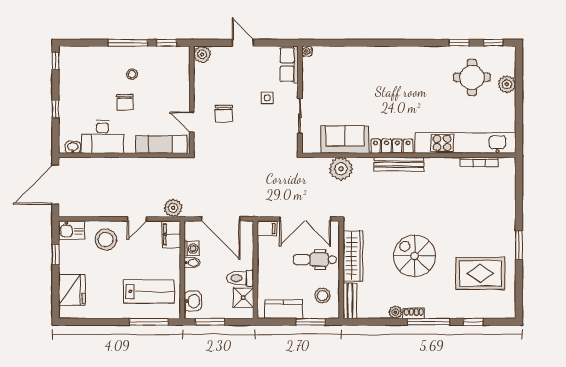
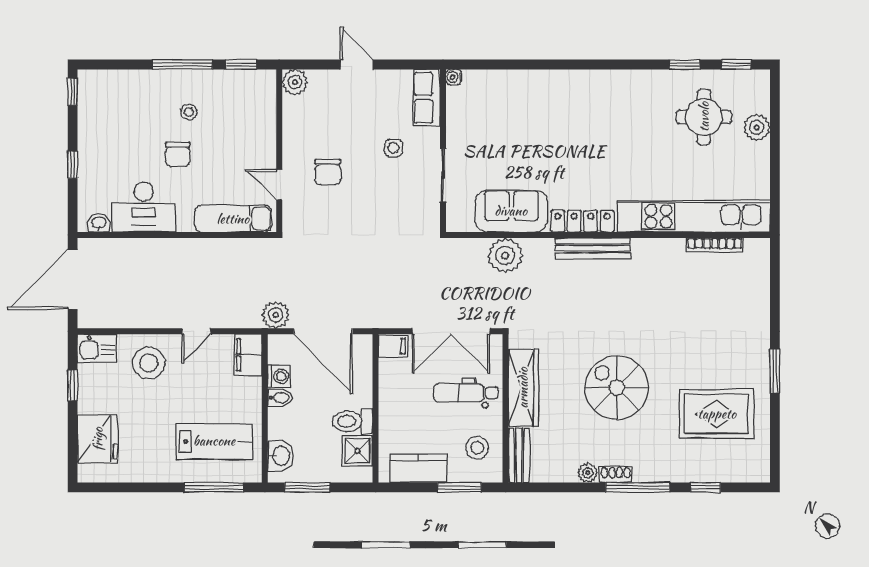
plant: (173, 208) -> (276, 315), moved

